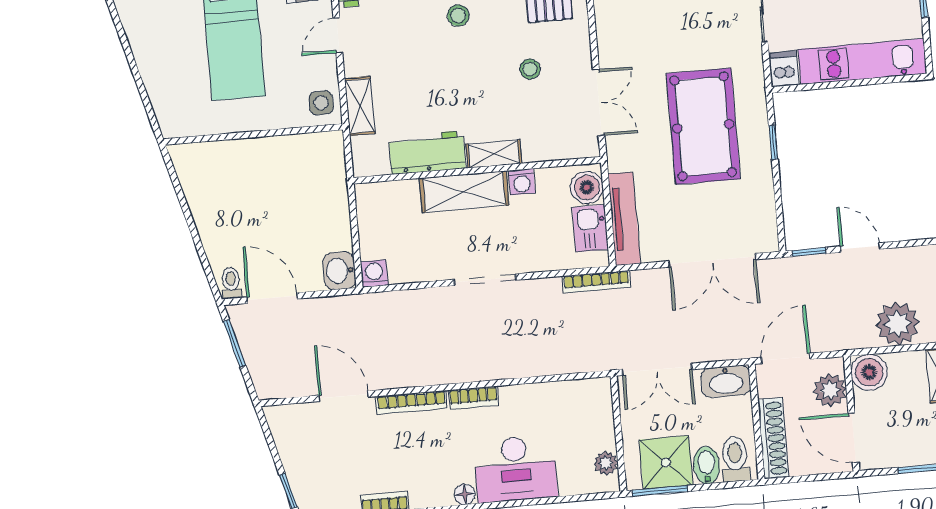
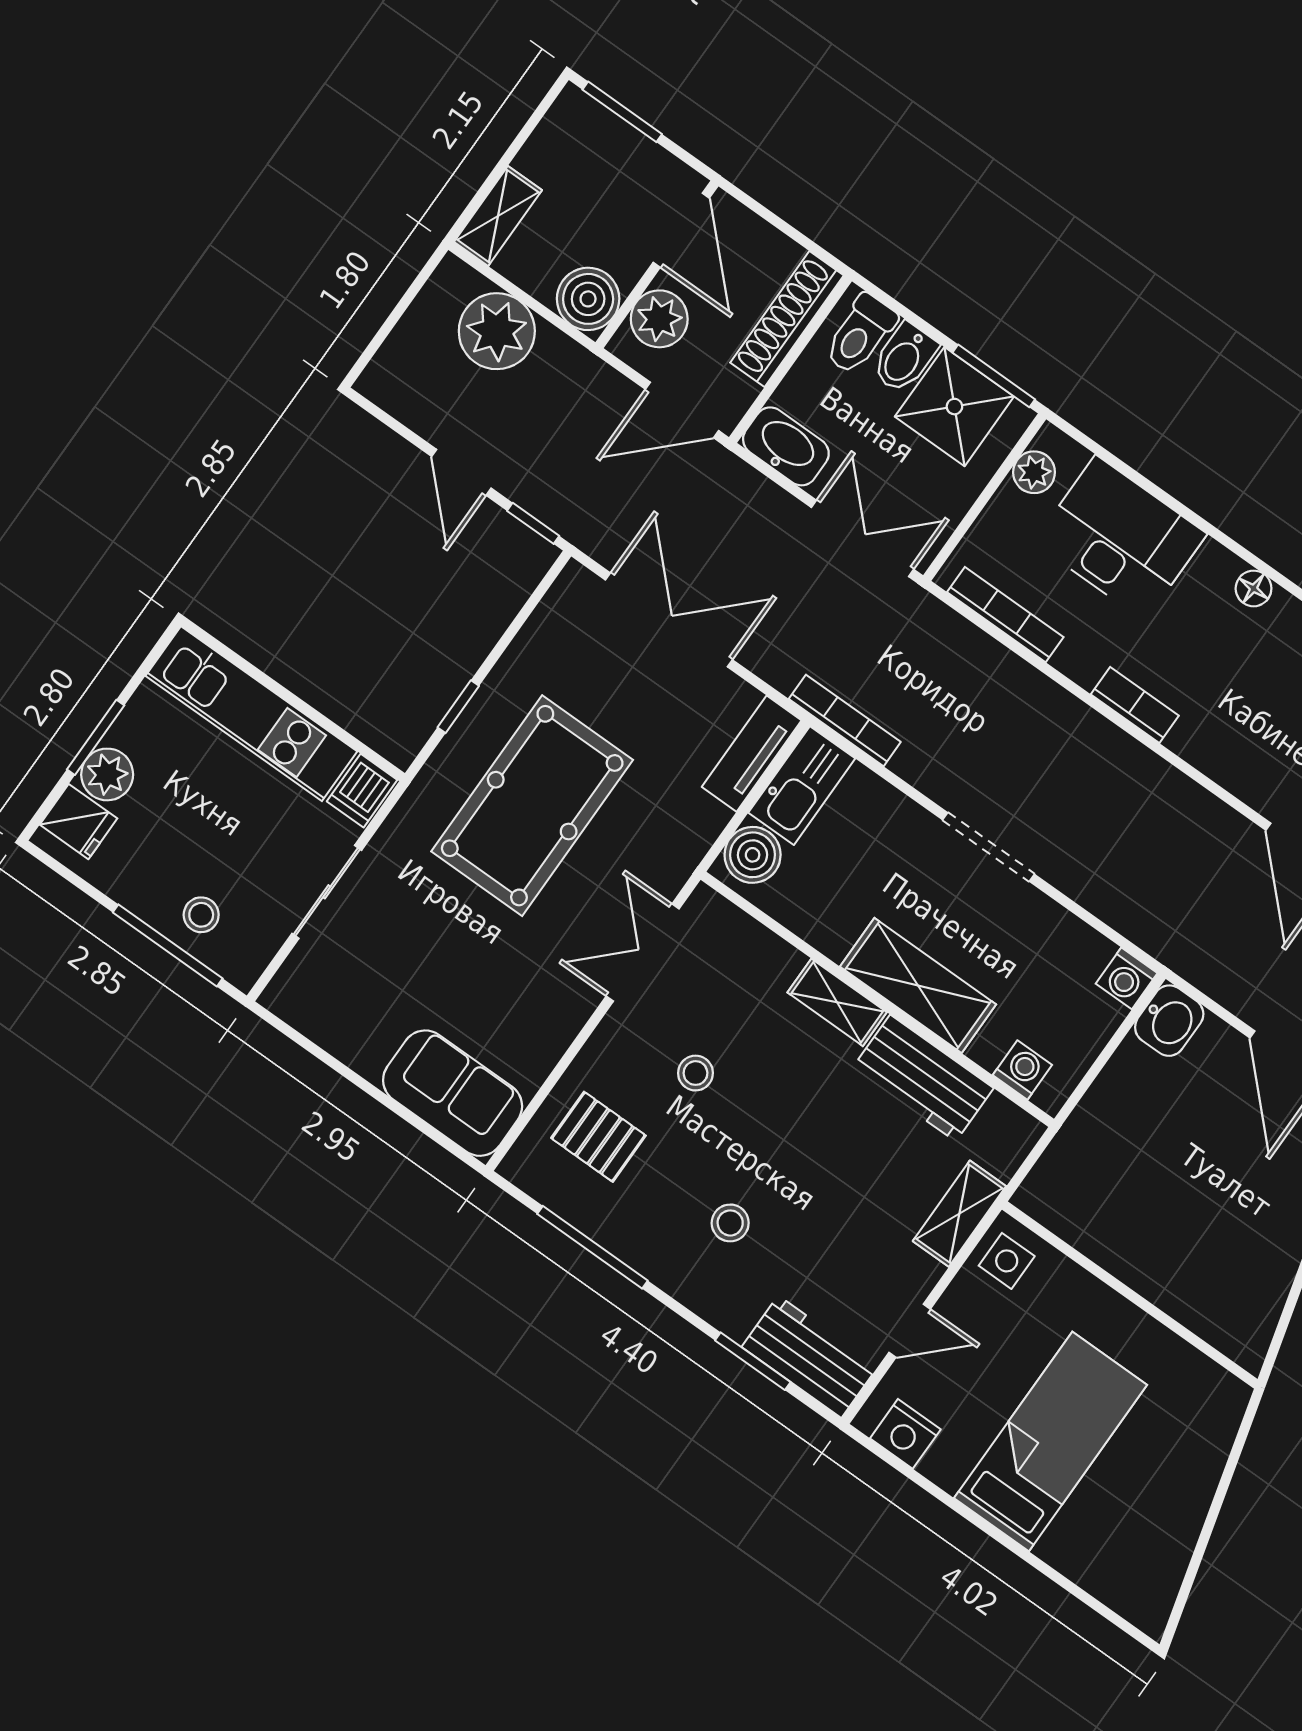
washing machine: (522, 182) -> (1022, 1070), moved
tv unit: (624, 219) -> (752, 754), width x0.71
kitchen sink: (590, 228) -> (802, 786), width x1.38
bookcase: (411, 402) -> (1005, 615), moved
desk: (515, 469) -> (1120, 538), moved

